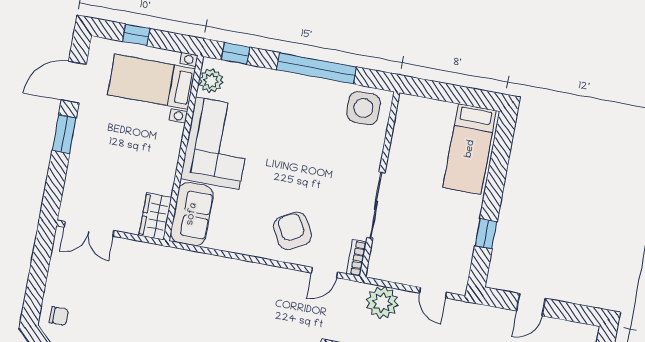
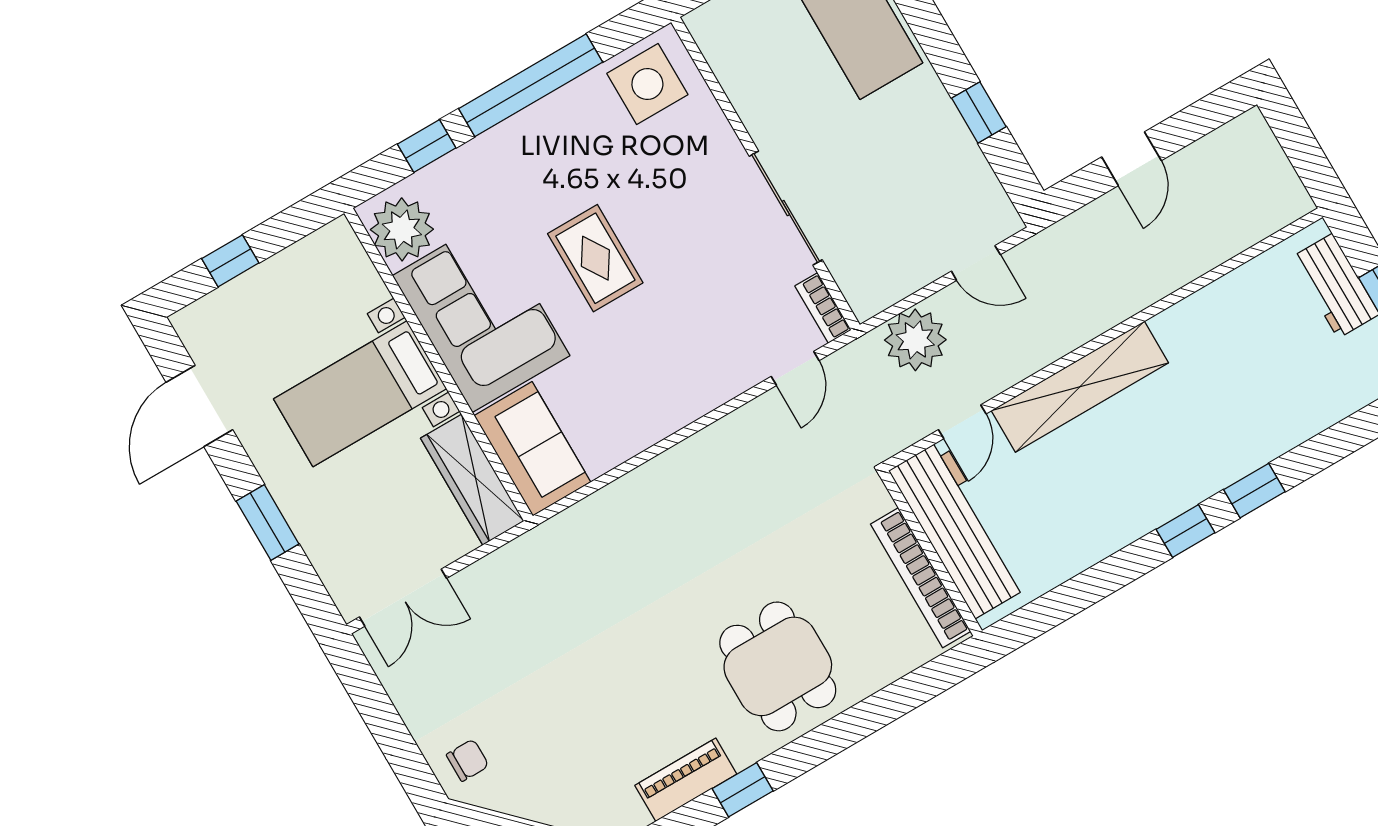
window: (236, 53) -> (427, 146), moved
plant: (211, 81) -> (402, 229), width x1.36, depth x1.36
bed with nightstands: (152, 82) -> (360, 394), moved
window: (64, 134) -> (268, 523), moved
rug: (283, 160) -> (595, 258), added
wardrobe: (155, 216) -> (472, 480), width x1.50
armchair: (292, 231) -> (698, 348), removed

